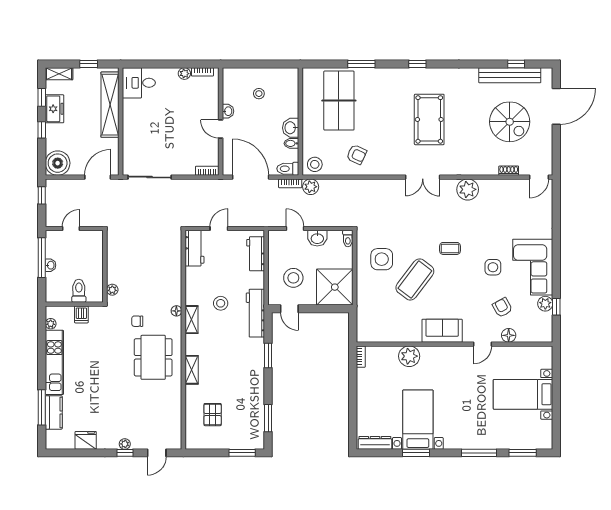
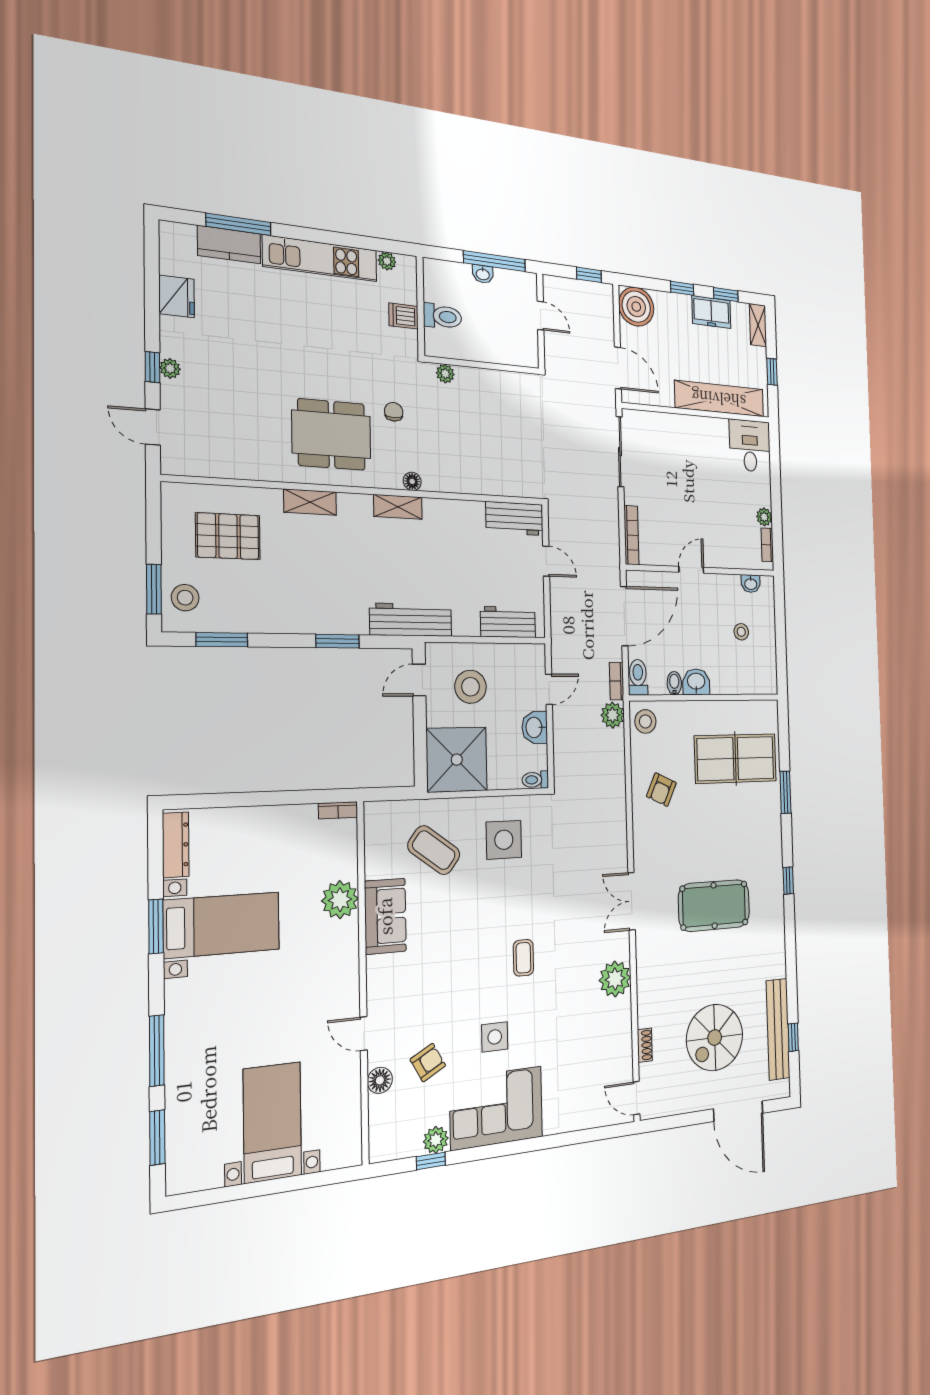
washbasin: (228, 111) -> (751, 584), moved
bookcase: (207, 171) -> (631, 535), width x1.56
coffee table: (415, 279) -> (434, 850), moved, width x0.73, depth x0.76
stool: (221, 303) -> (185, 598), moved
sofa: (442, 331) -> (385, 916), moved
pallet: (213, 415) -> (228, 536), width x1.50, depth x1.42

